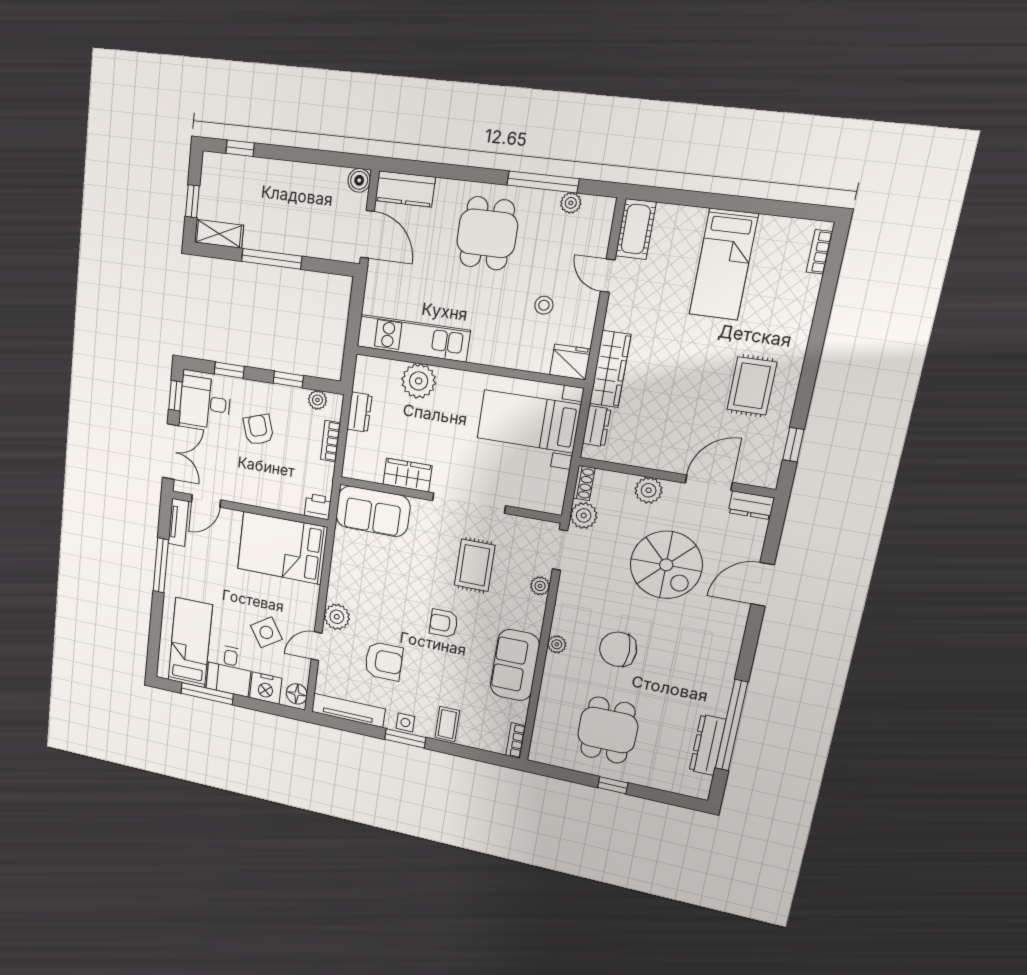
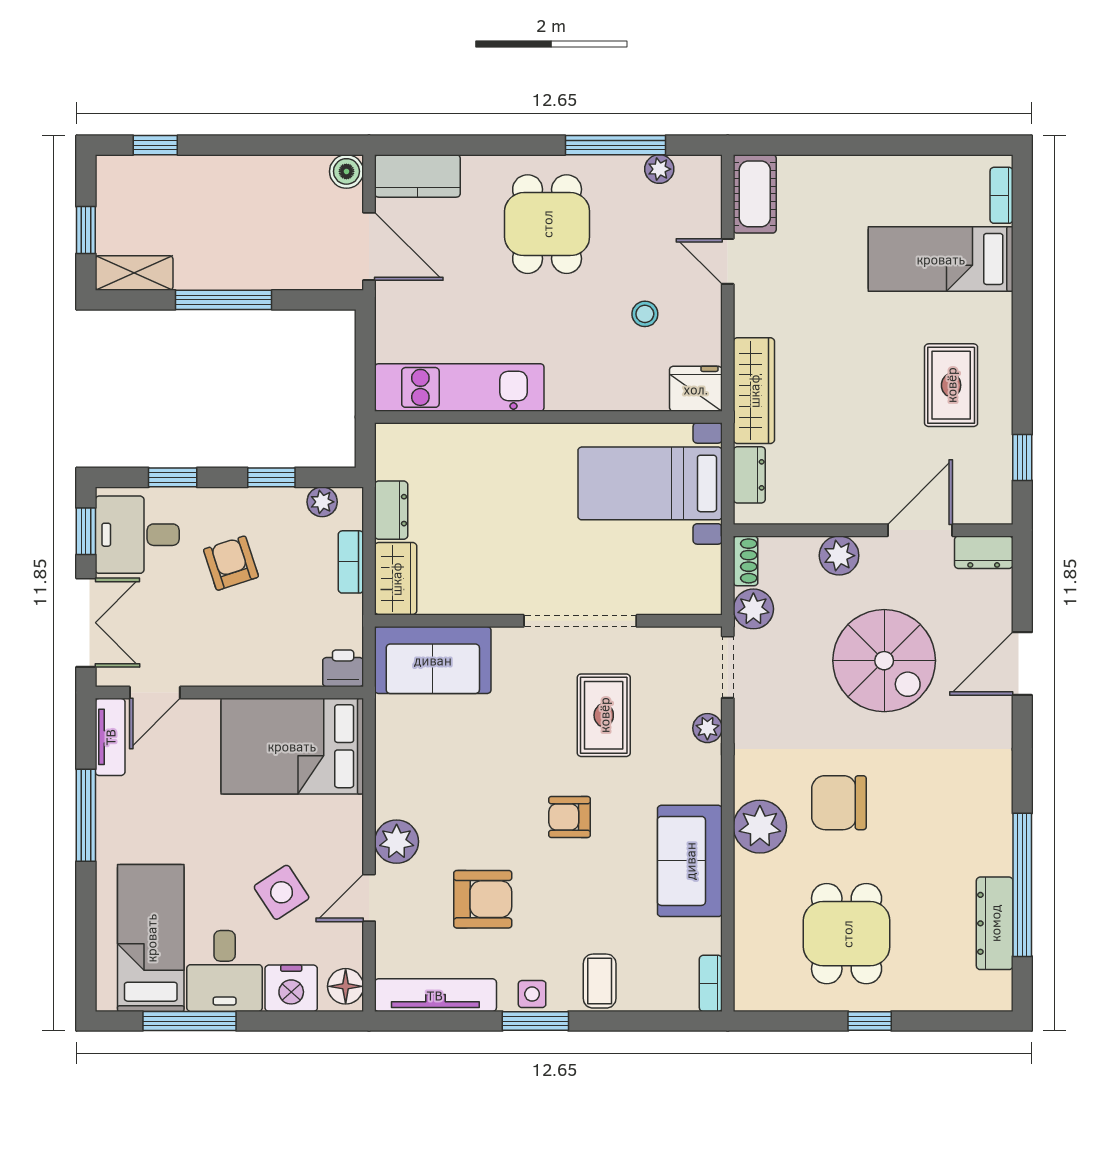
bed: (724, 264) -> (941, 259), moved, turned 90
plant: (419, 381) -> (477, 449), removed
wardrobe: (408, 475) -> (396, 579), moved, turned 90
plant: (557, 644) -> (760, 827), width x1.88, depth x1.88

